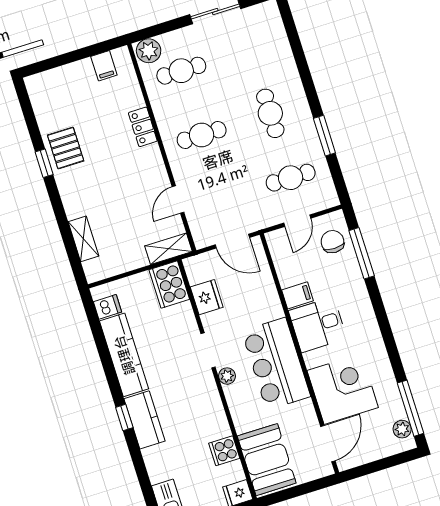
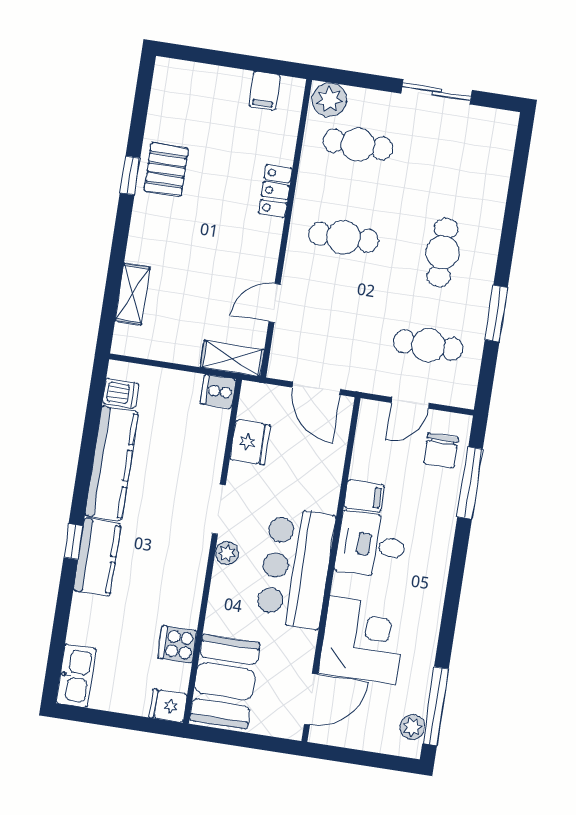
chair: (332, 242) -> (441, 451), turned 180
cooker: (169, 285) -> (218, 391), width x0.53, depth x0.76

